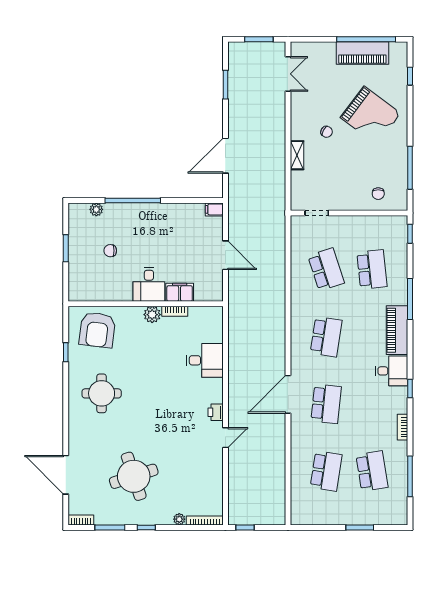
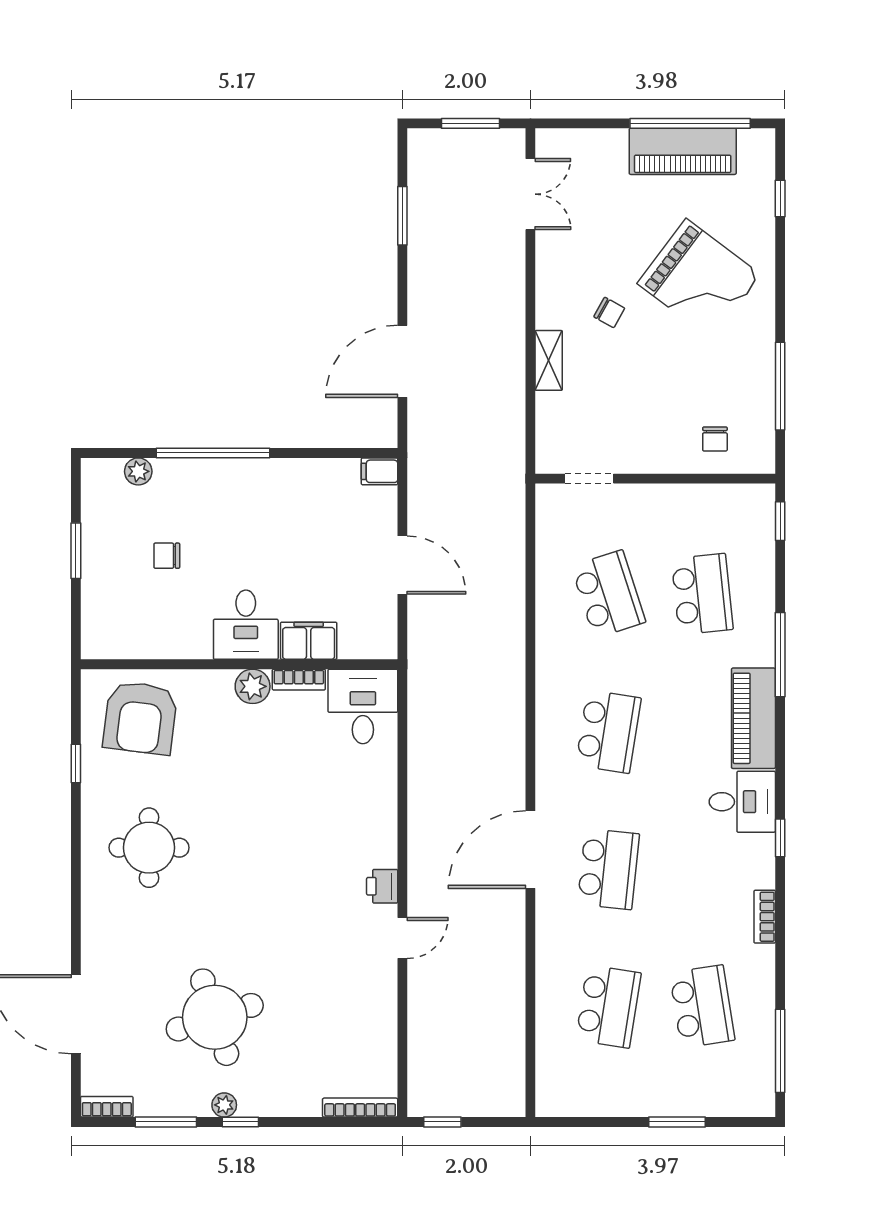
desk: (205, 360) -> (363, 706), moved, turned -90
window: (410, 476) -> (780, 1051), moved
plant: (179, 519) -> (224, 1105), moved

